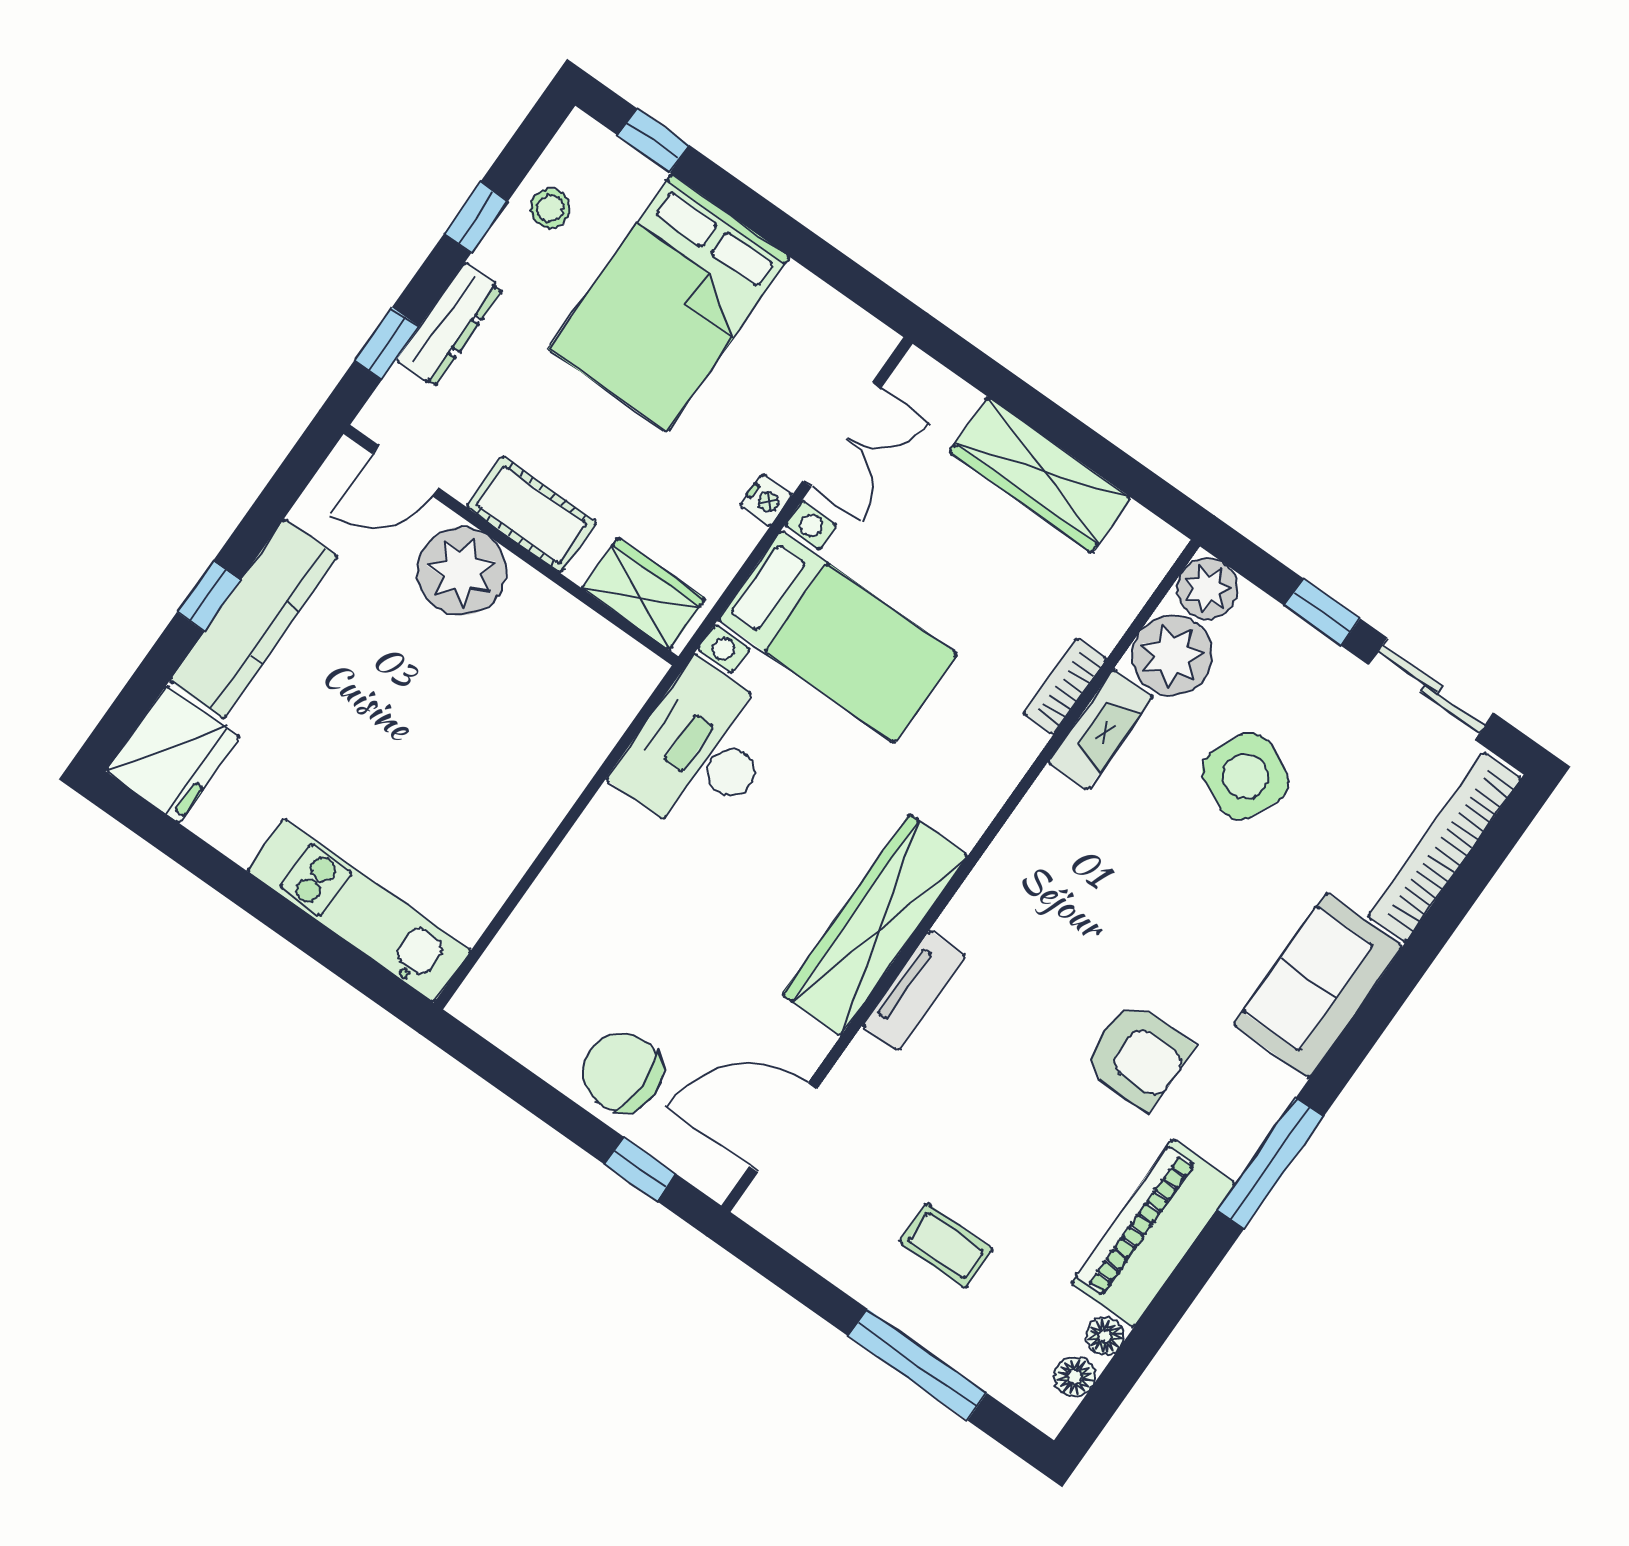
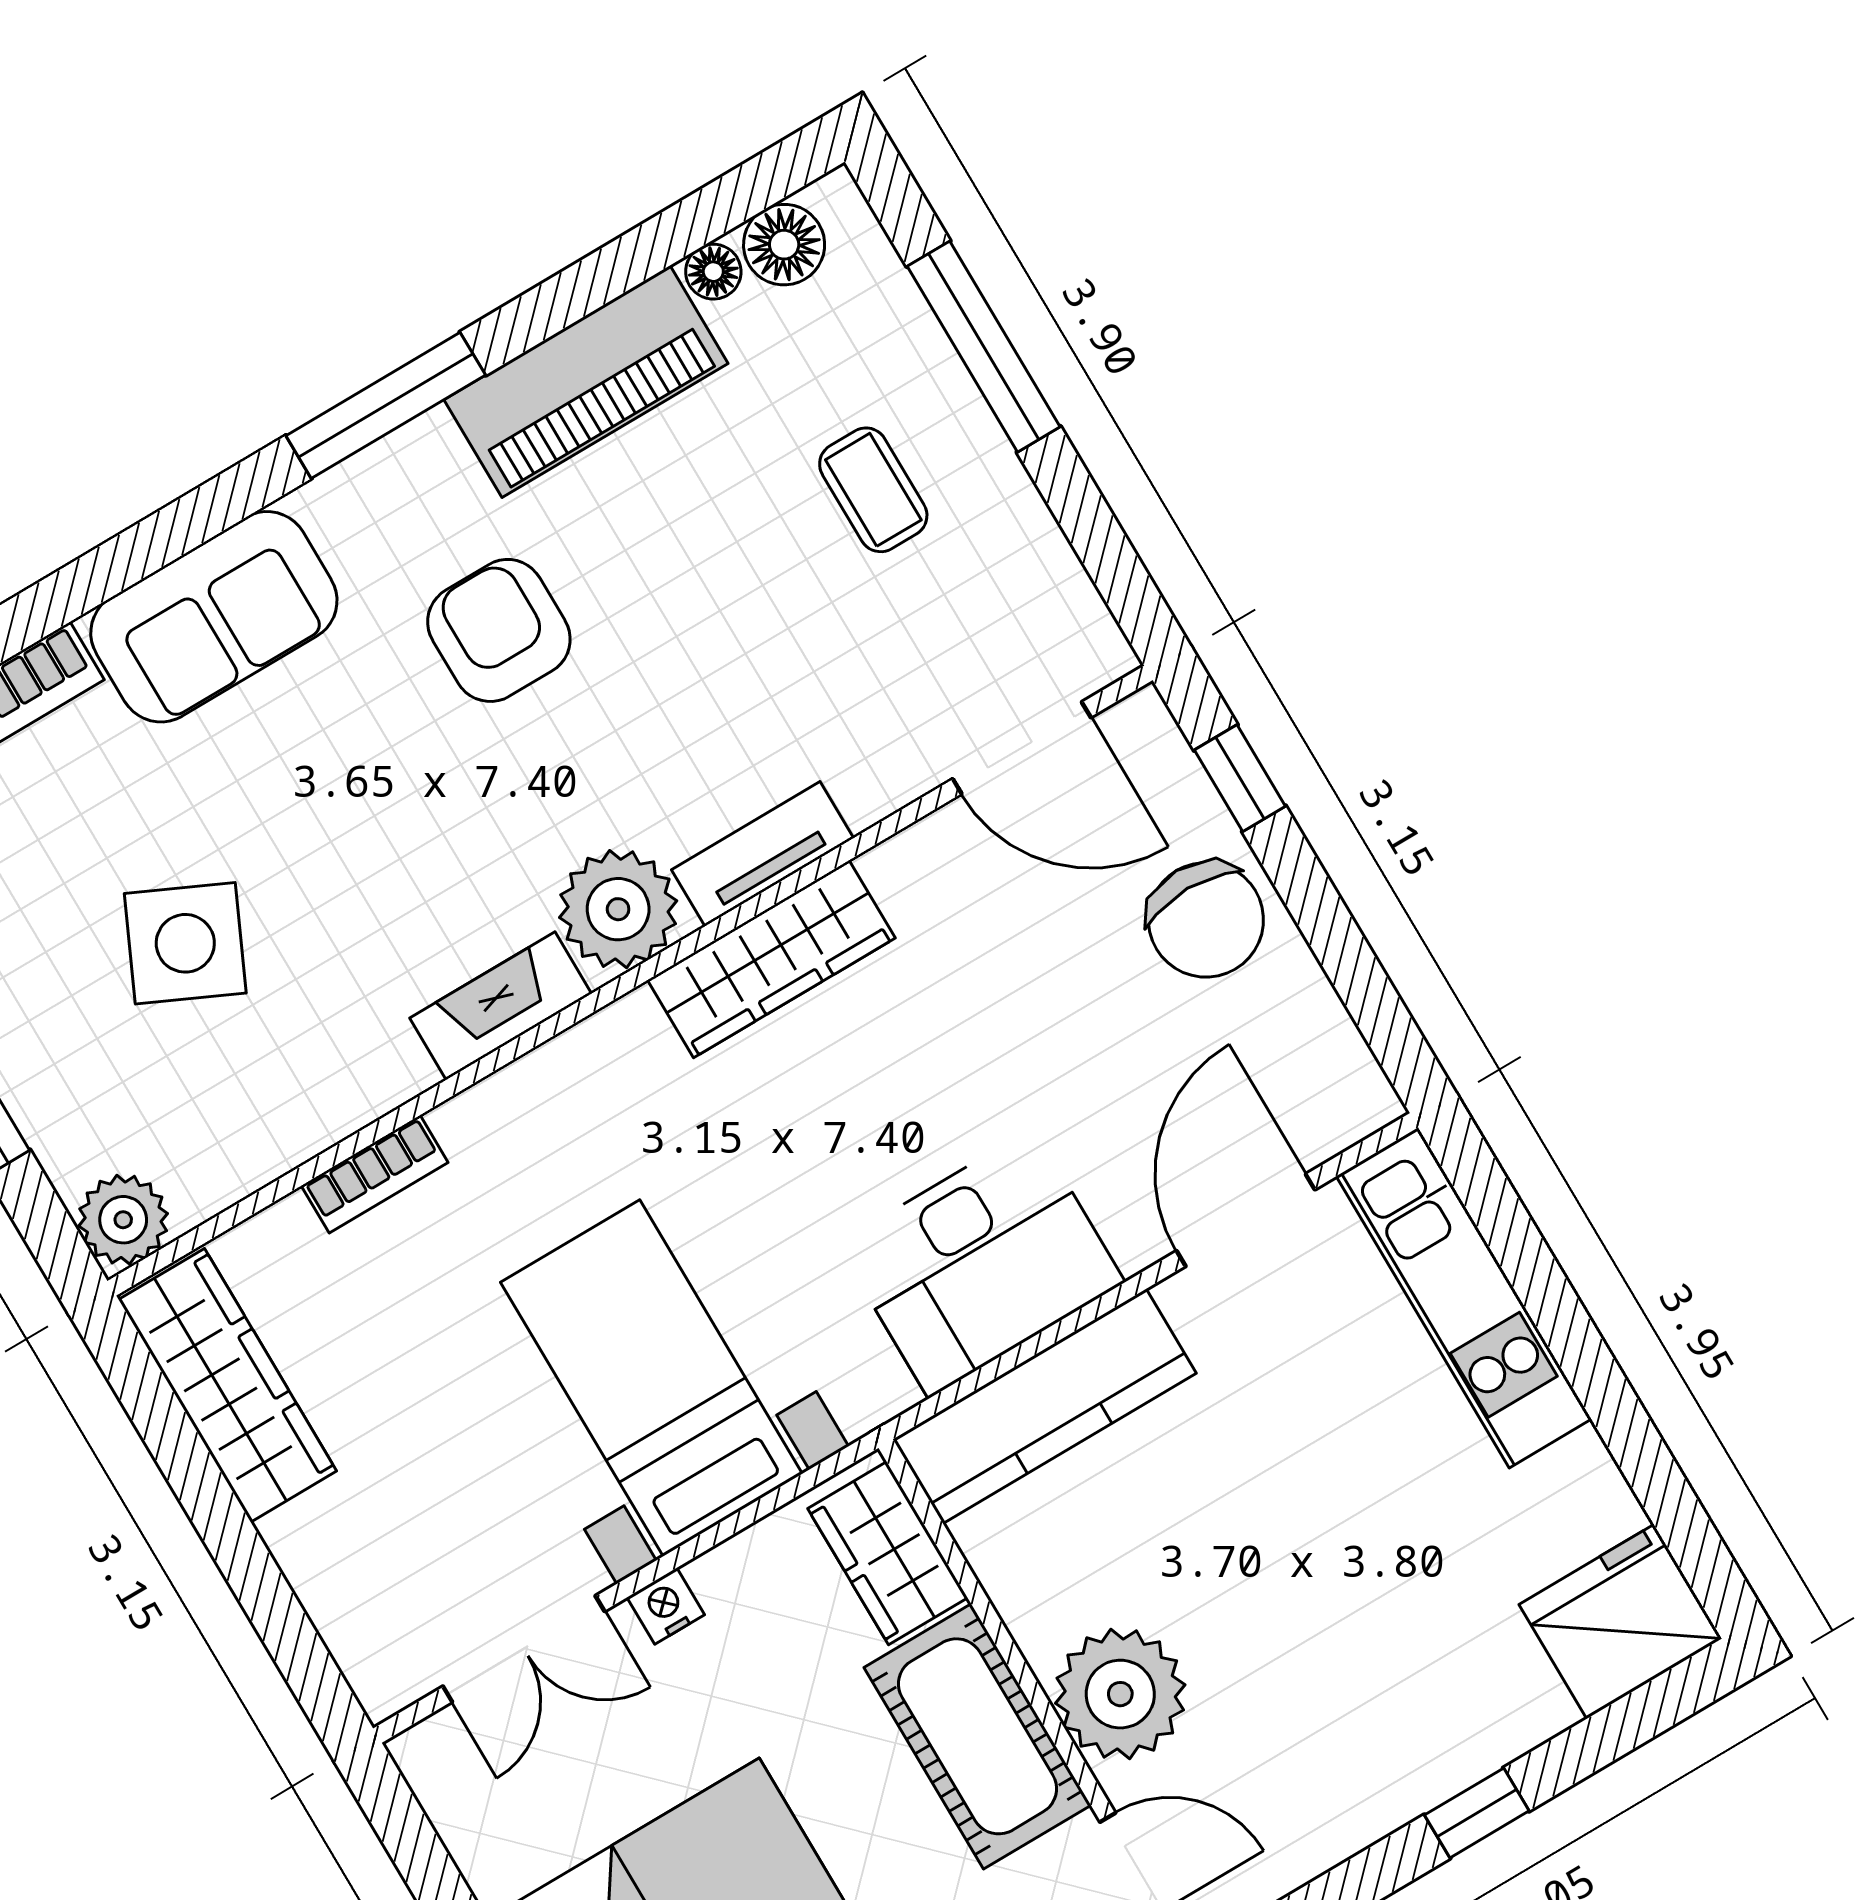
double door: (842, 434) -> (524, 1649), swing flipped
wardrobe: (1040, 475) -> (227, 1385), moved
cot: (532, 514) -> (977, 1736), width x1.37, depth x1.34
kitchen counter: (254, 619) -> (1045, 1406), moved, turned 180
plant: (1172, 655) -> (618, 909), moved
fireplace: (1101, 729) -> (501, 1006), moved
desk: (700, 751) -> (981, 1263), moved
door: (515, 898) -> (1246, 1220), added
wardrobe: (875, 925) -> (771, 959), width x0.71, depth x0.85
floor lamp: (1075, 1377) -> (784, 245), width x1.37, depth x1.37

